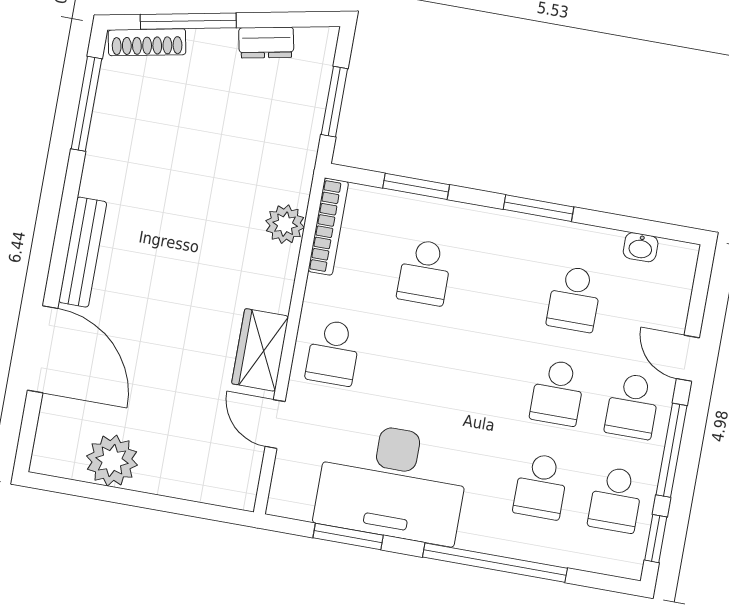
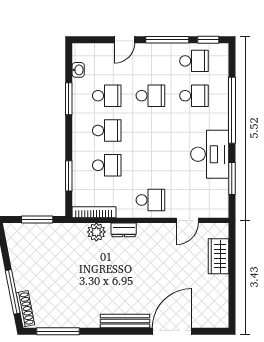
dresser: (266, 43) -> (124, 230), moved, turned 101
window: (538, 208) -> (69, 99), moved
wardrobe: (260, 350) -> (218, 256), moved, turned 90
school desk: (632, 406) -> (107, 130), moved
plant: (112, 461) -> (217, 291), removed
desk: (392, 482) -> (210, 154), width x0.73, depth x0.77

